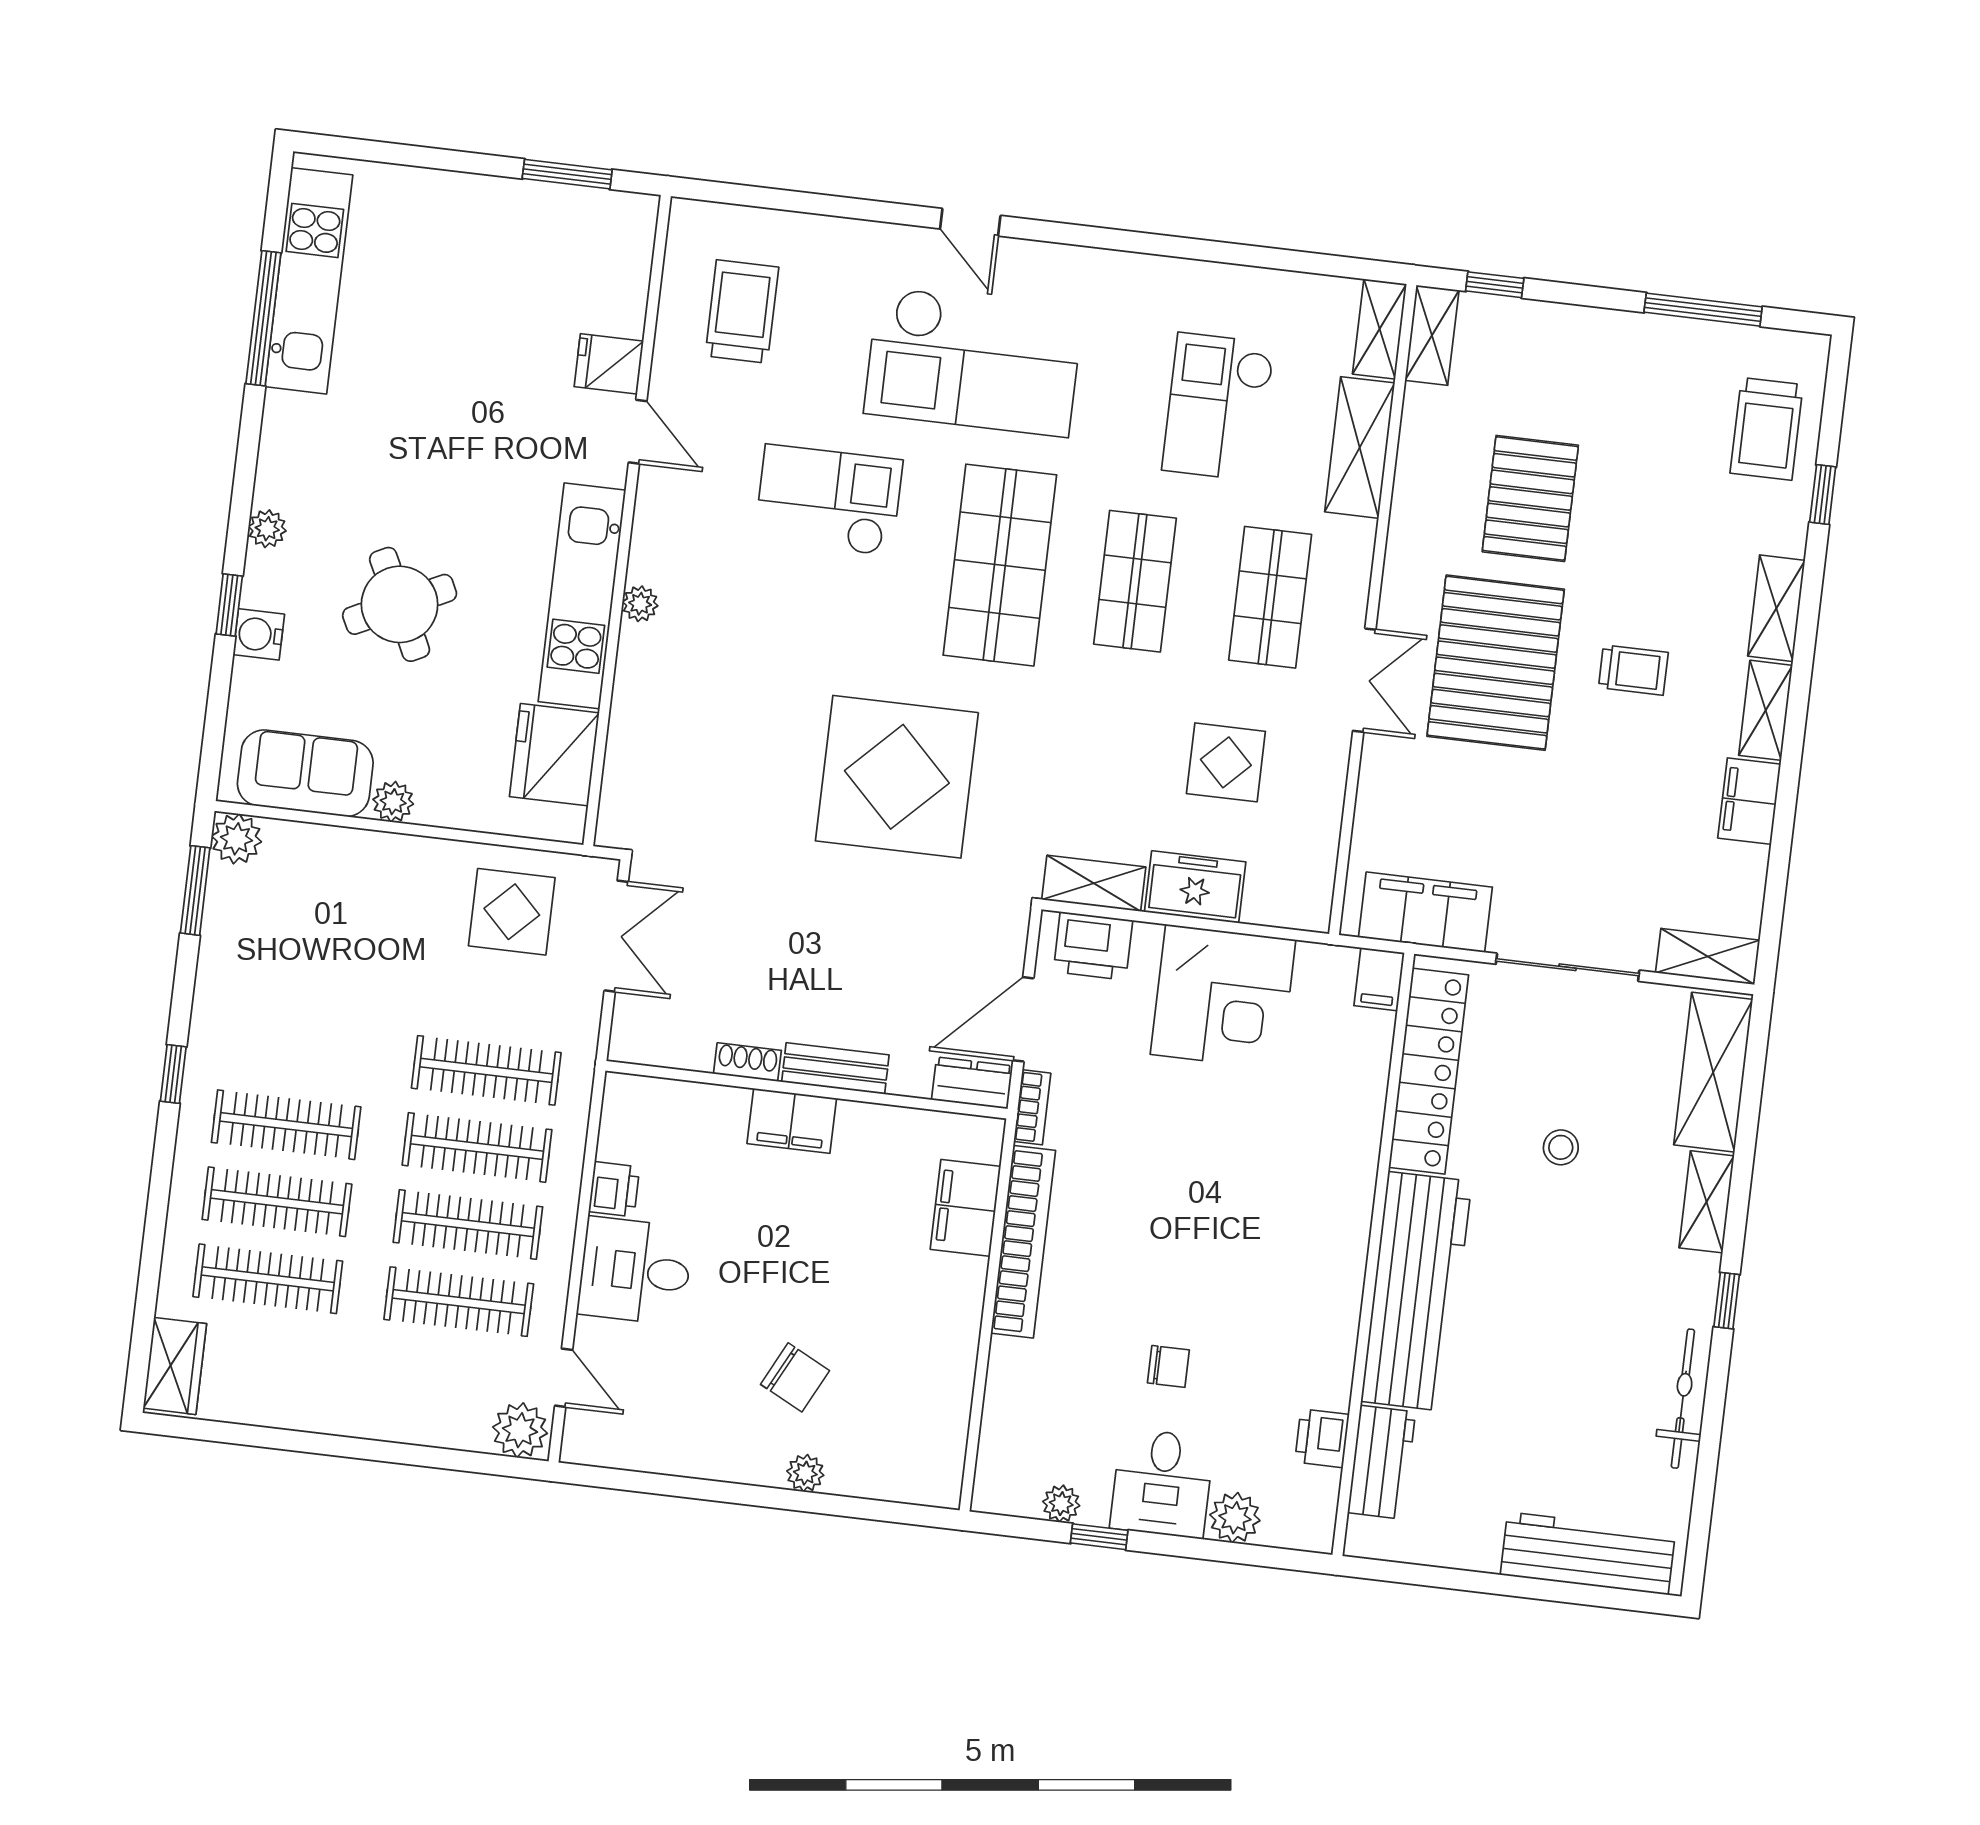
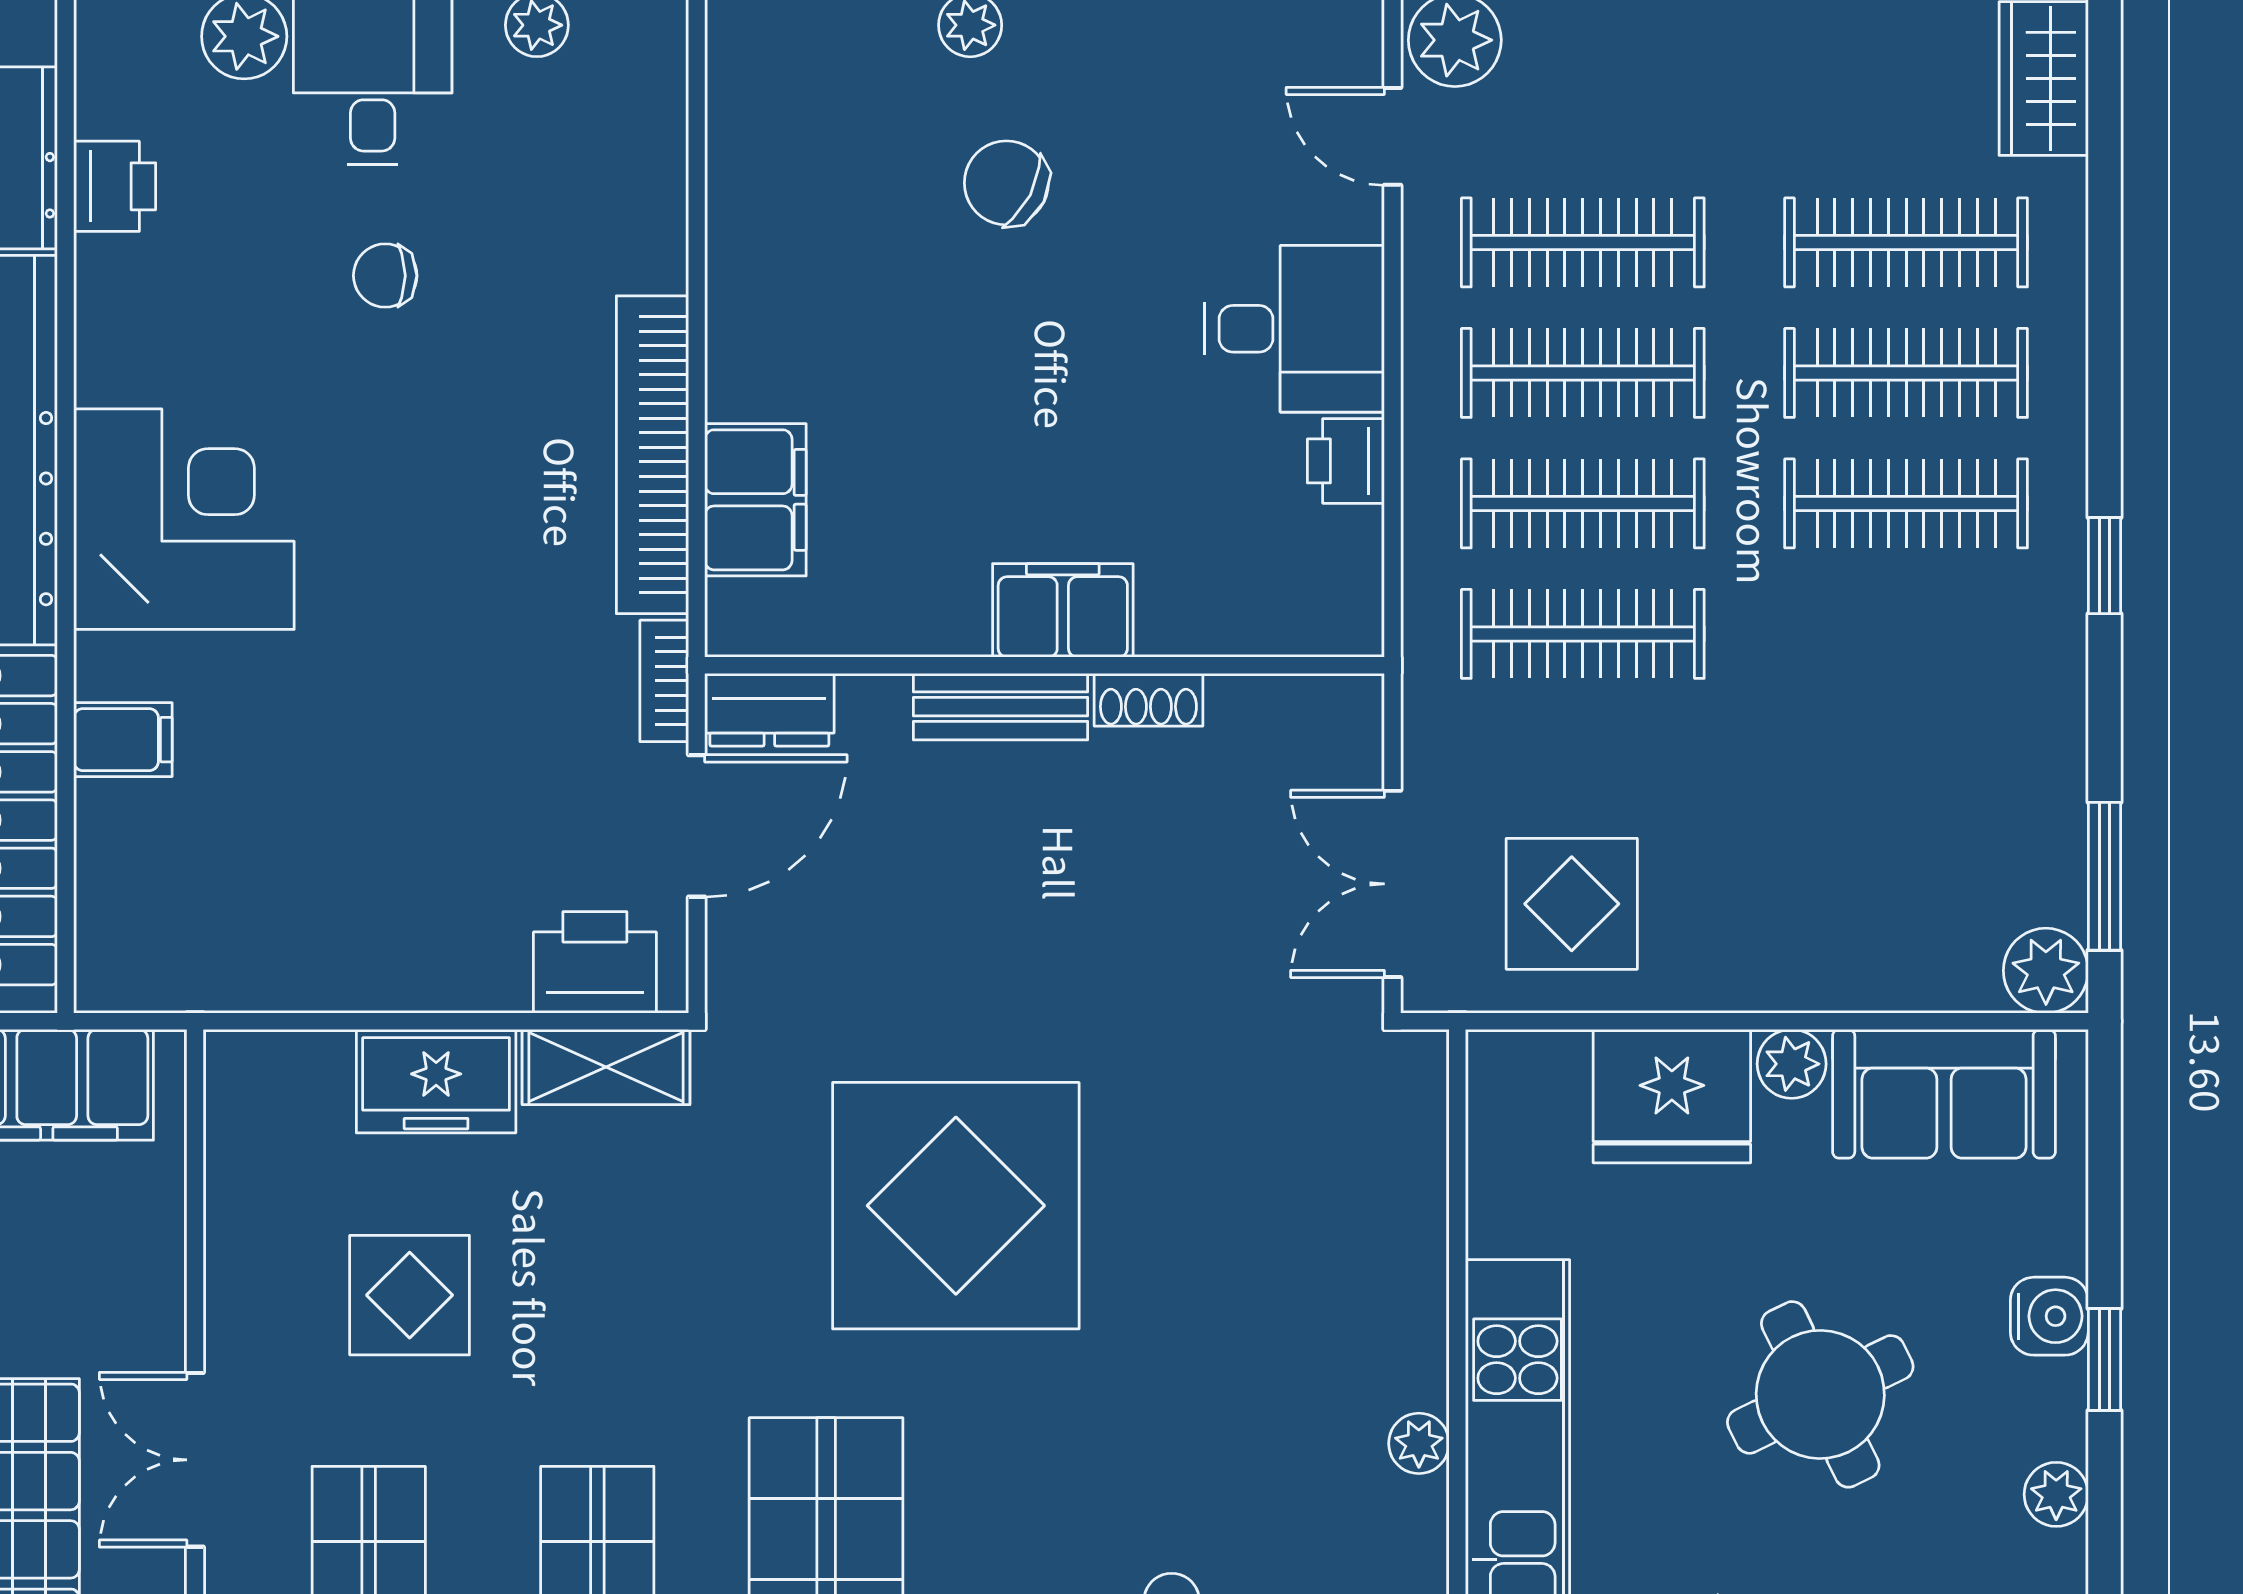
fridge: (554, 755) -> (1672, 1096), moved, turned 90
filing cabinet: (1379, 979) -> (123, 740), moved, turned 90
corner desk: (1223, 997) -> (184, 519), moved, turned 90

